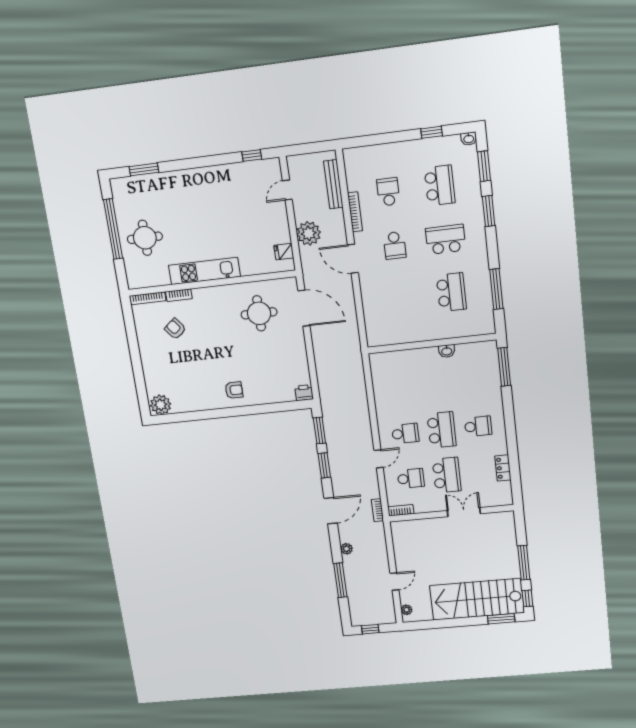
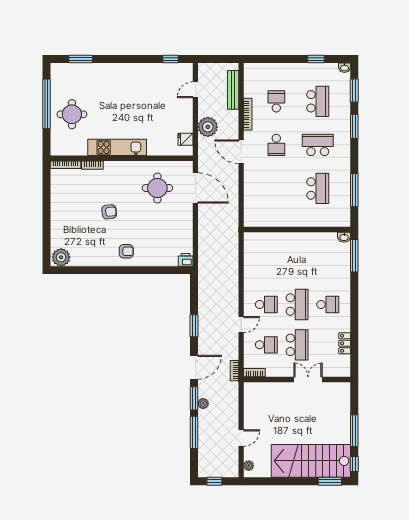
armchair: (175, 329) -> (109, 212), moved, turned 123
washbasin: (447, 351) -> (344, 237), moved
window: (319, 430) -> (194, 398), moved

